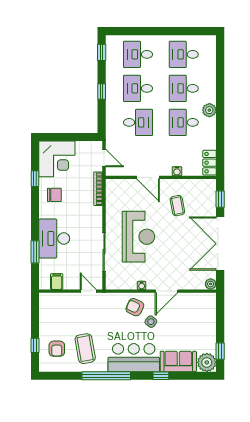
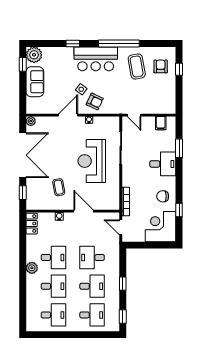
desk: (54, 239) -> (163, 164), width x0.73
sofa: (178, 362) -> (35, 82), moved, turned -90

